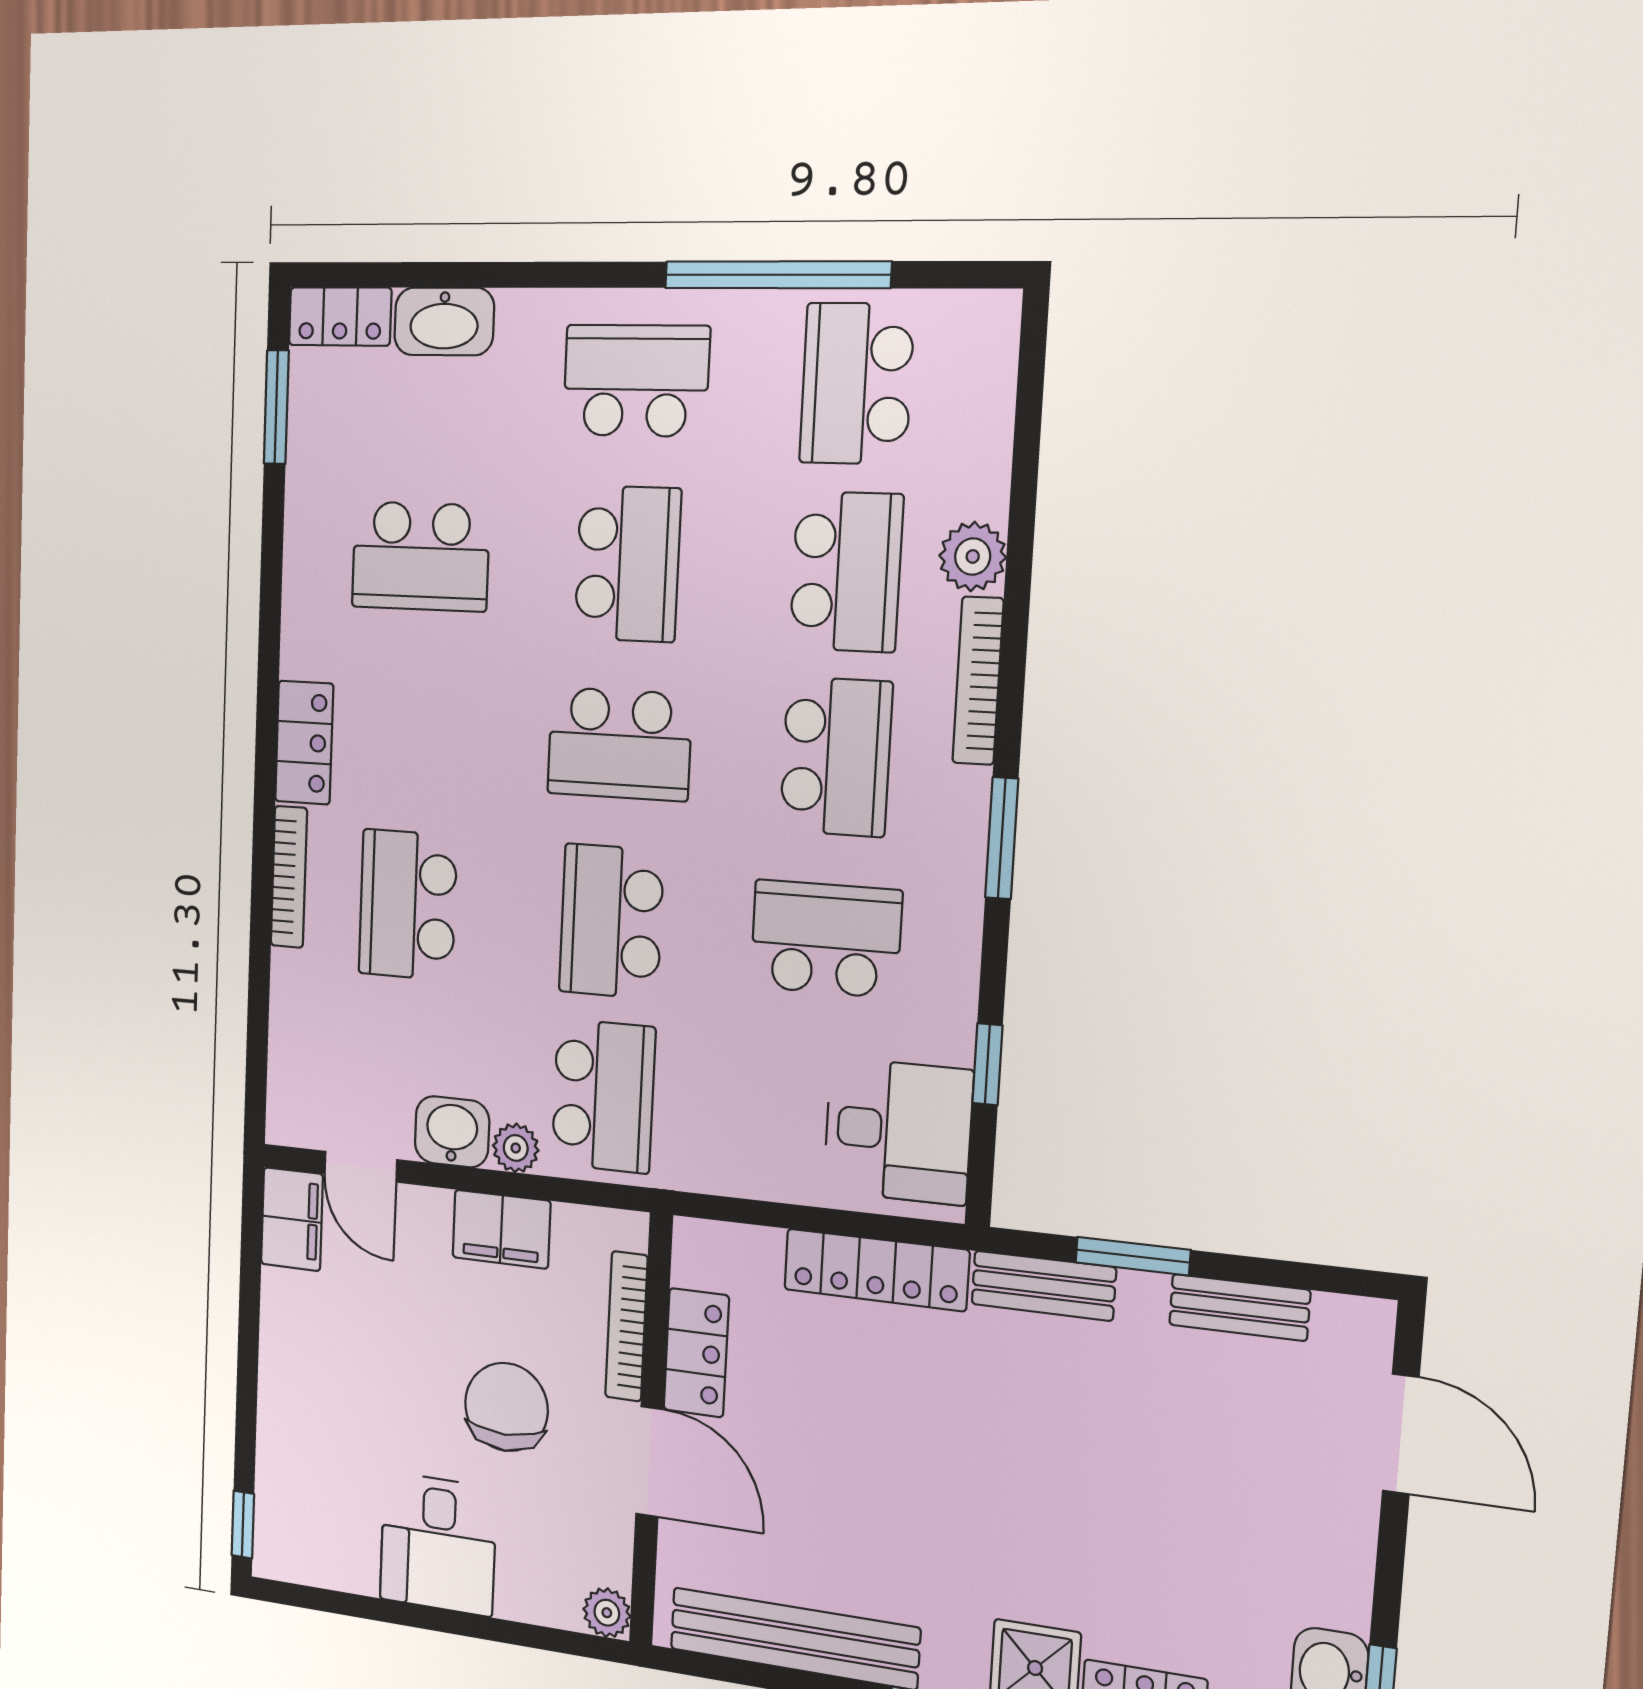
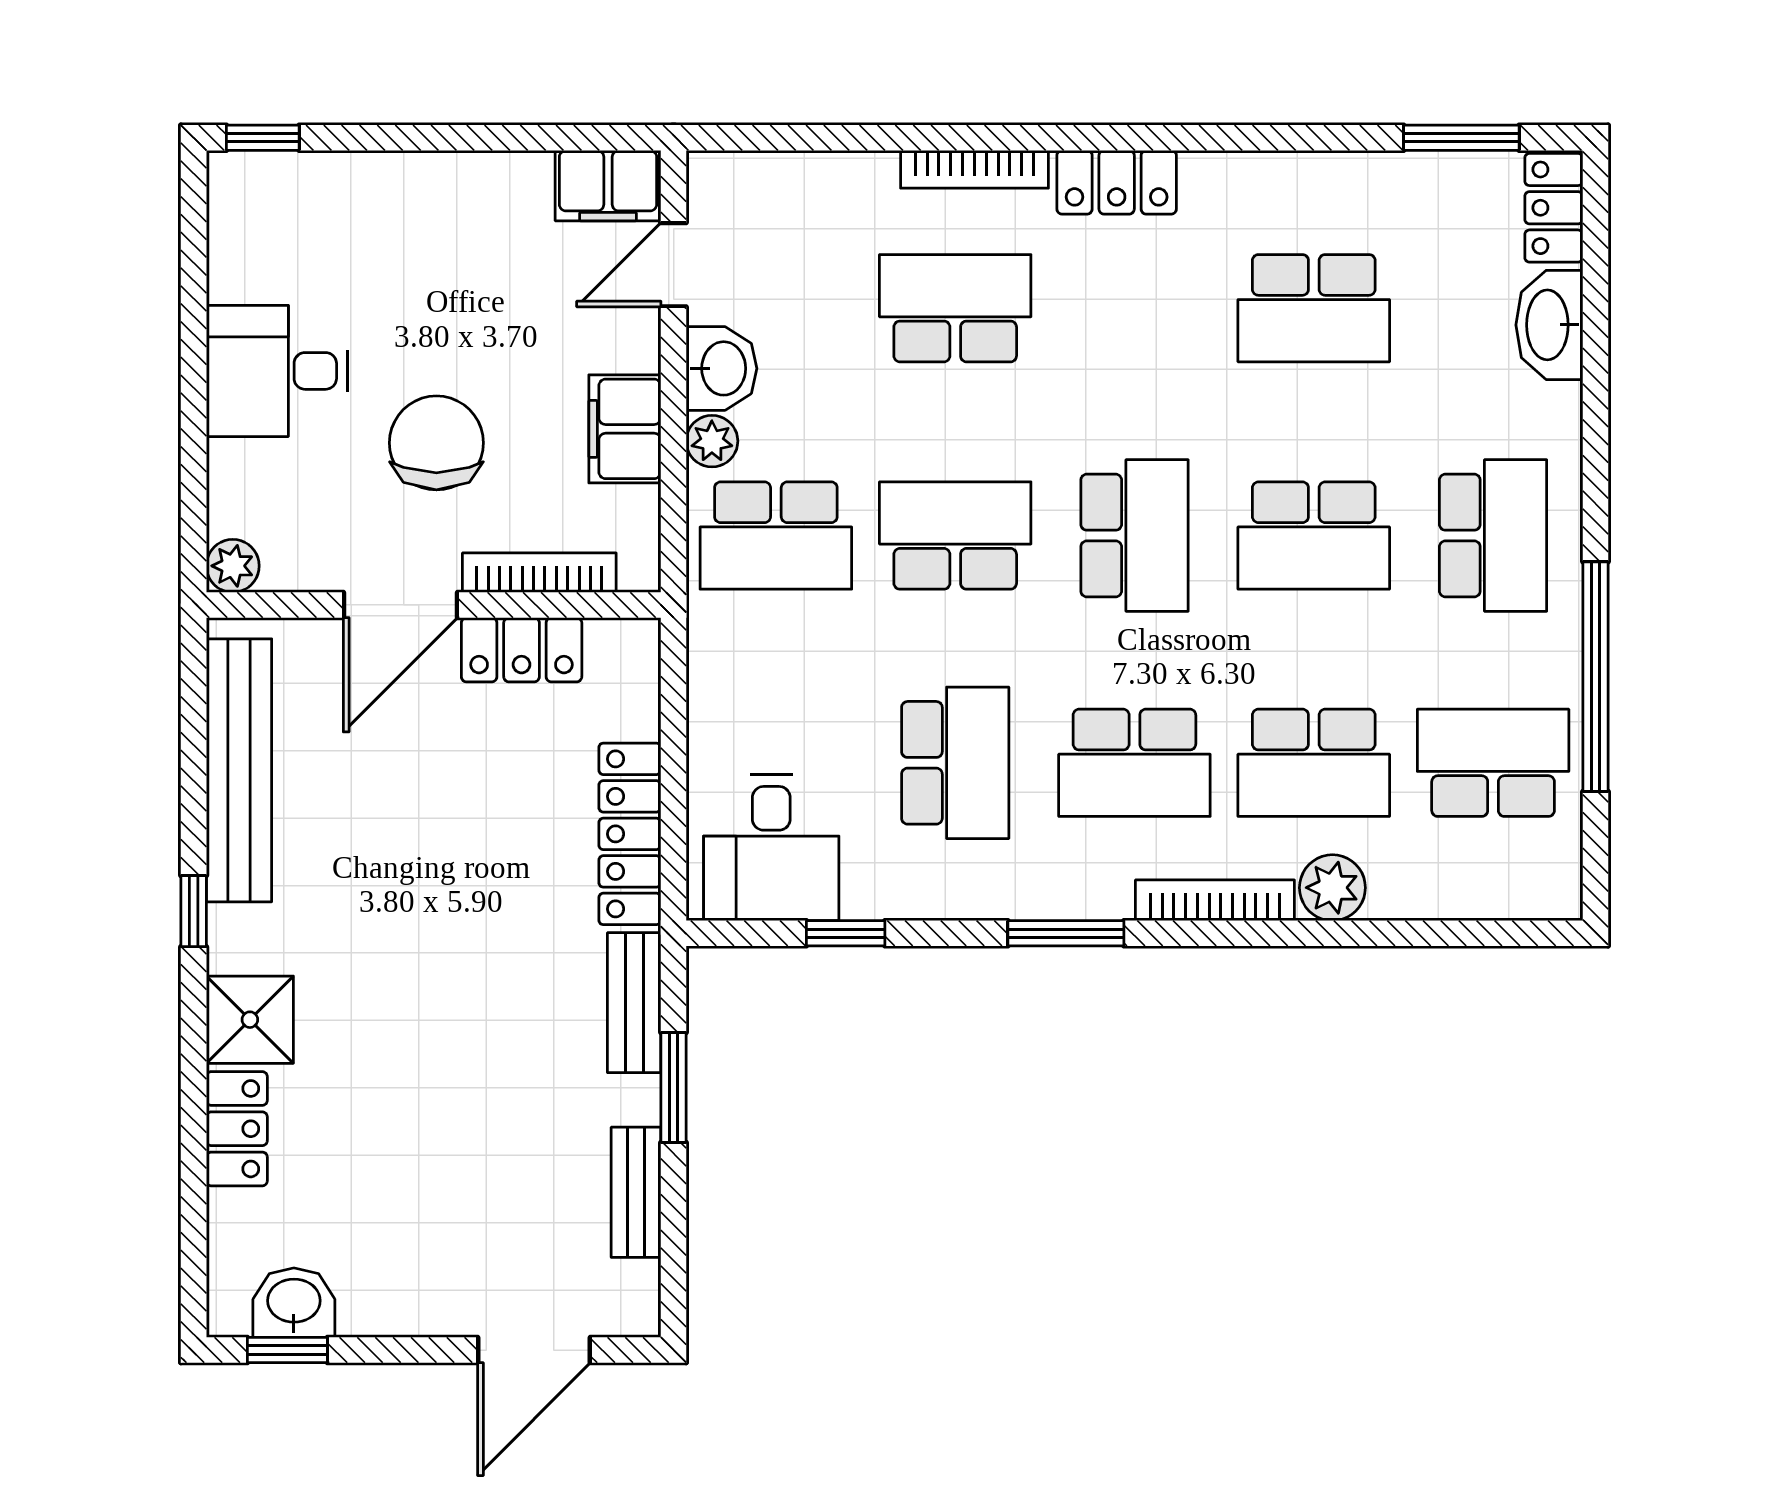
school desk: (420, 556) -> (1314, 308), turned -90
school desk: (619, 744) -> (1134, 536), turned 180
chair: (506, 1407) -> (436, 443), turned -90

